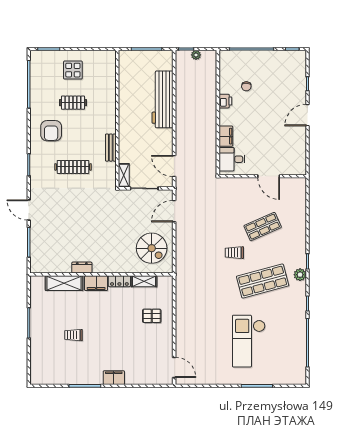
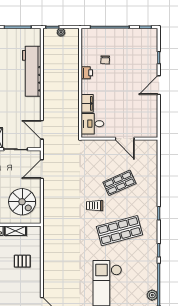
plant: (300, 275) -> (152, 295), moved

